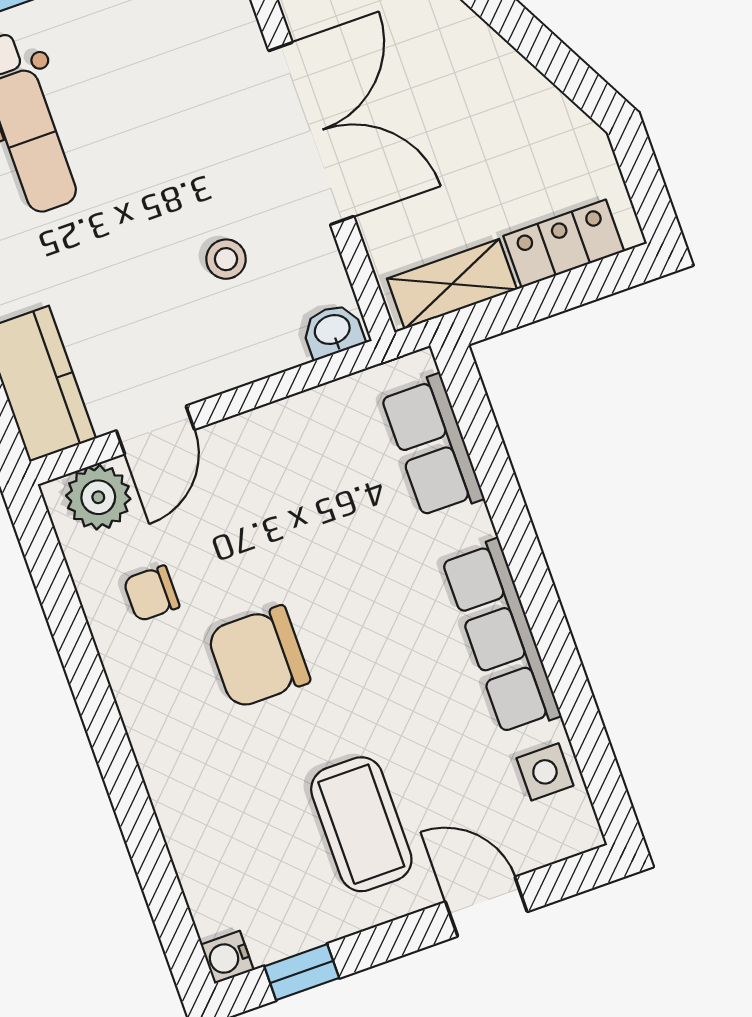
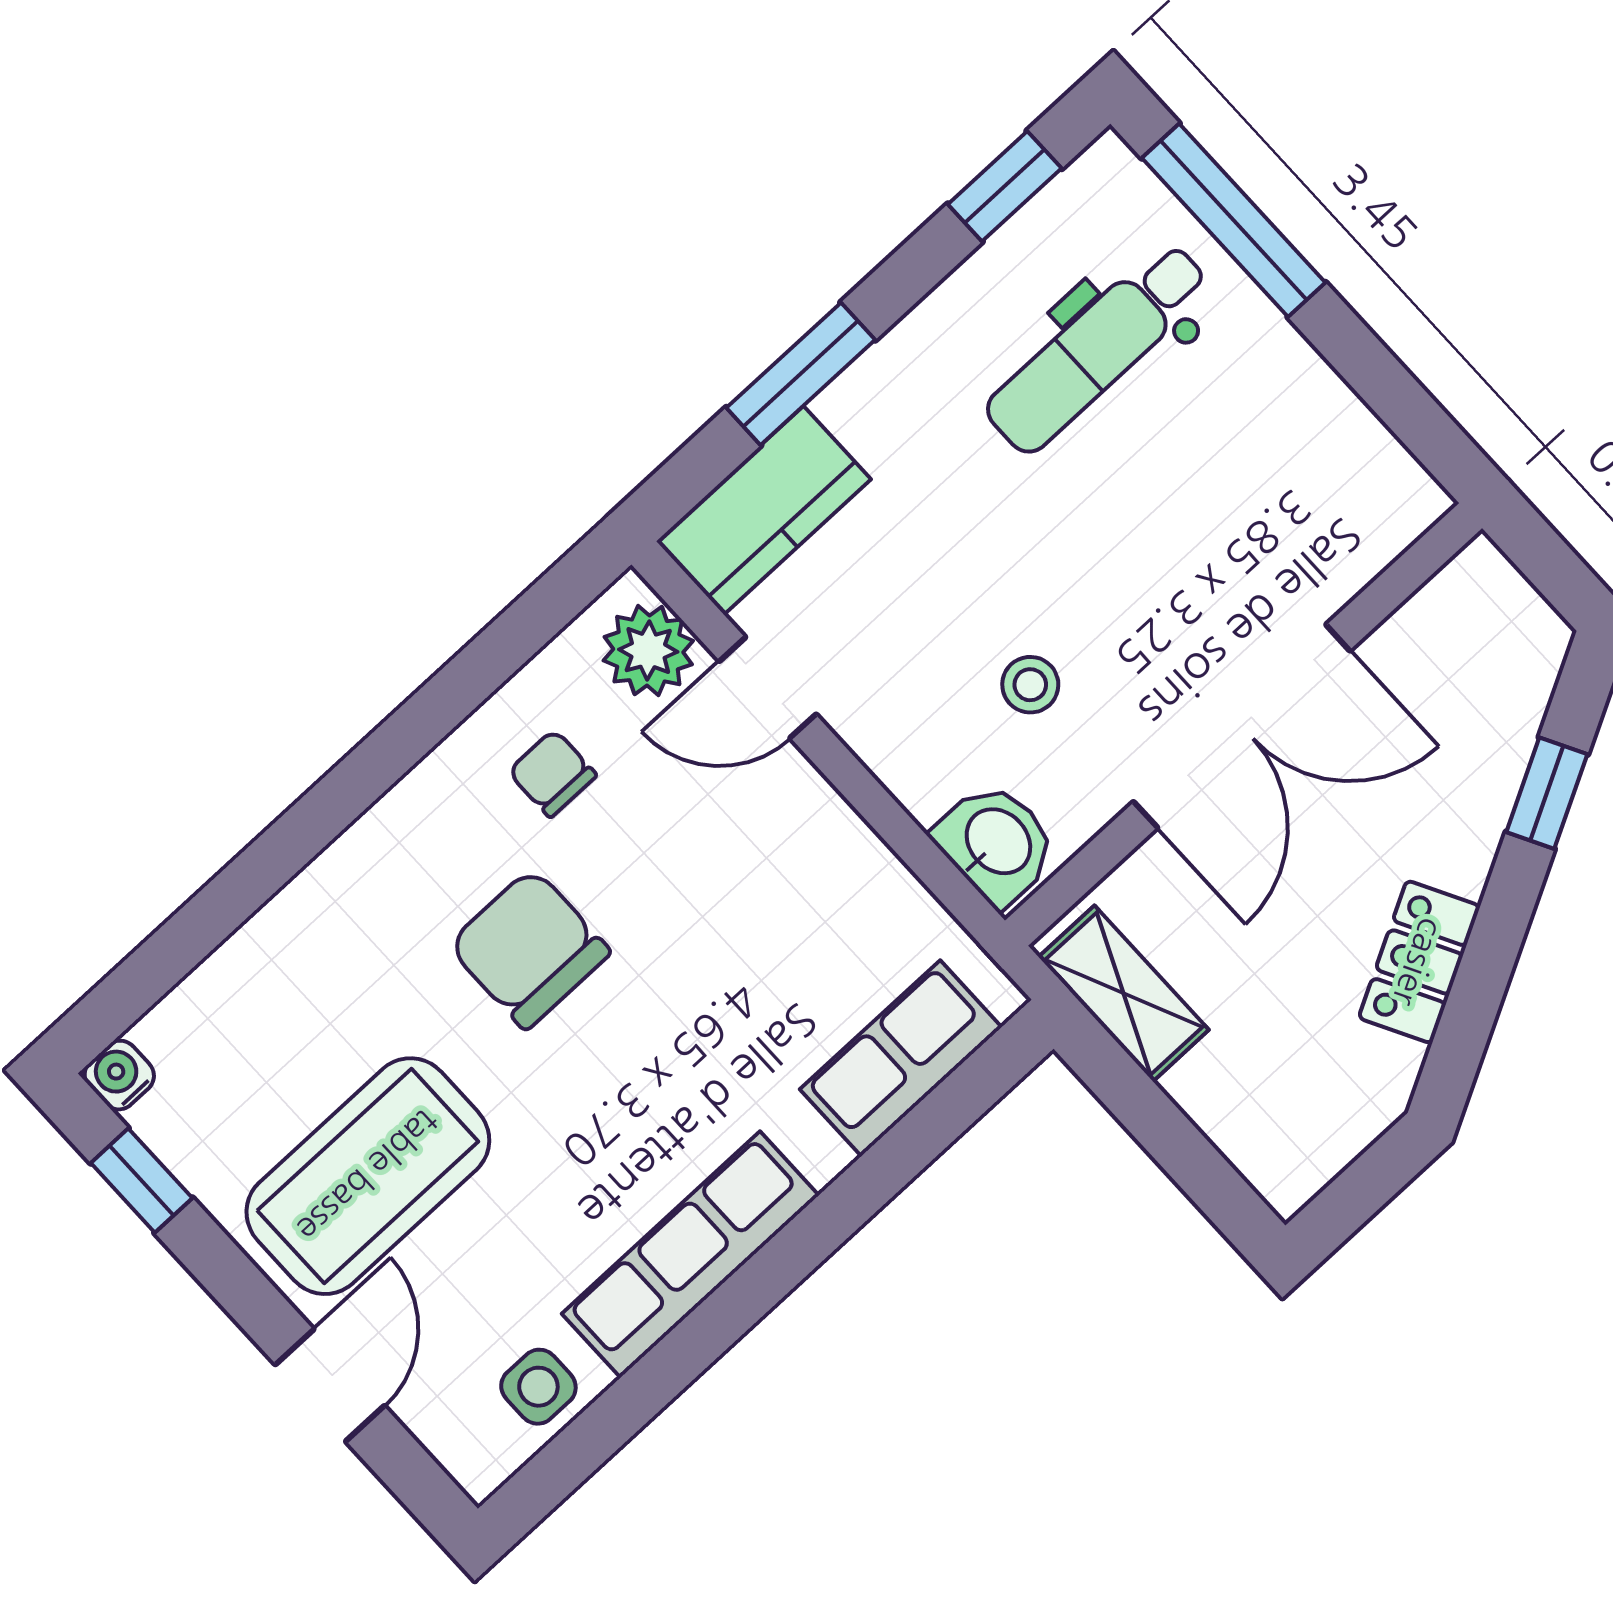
locker: (564, 244) -> (1419, 962), moved, turned -118
washbasin: (333, 331) -> (996, 843), width x1.38, depth x1.45
coffee table: (361, 824) -> (368, 1176), width x1.36, depth x1.32

